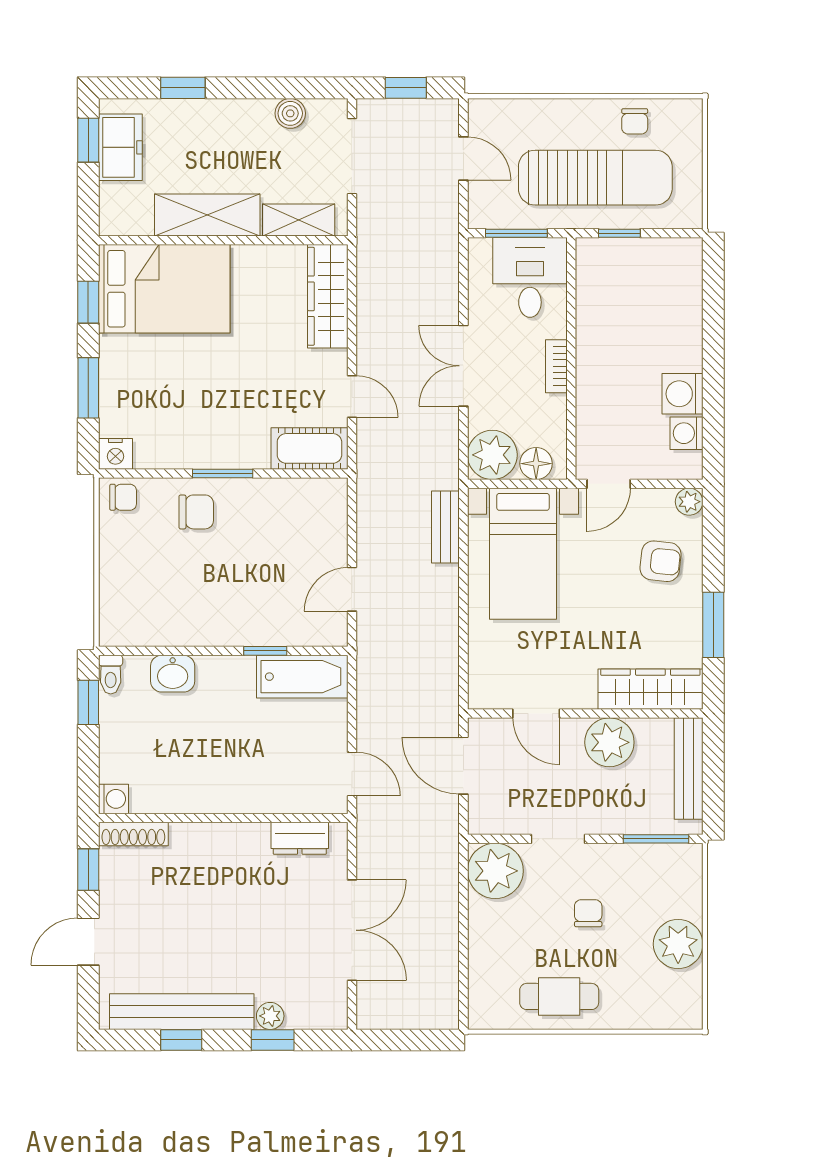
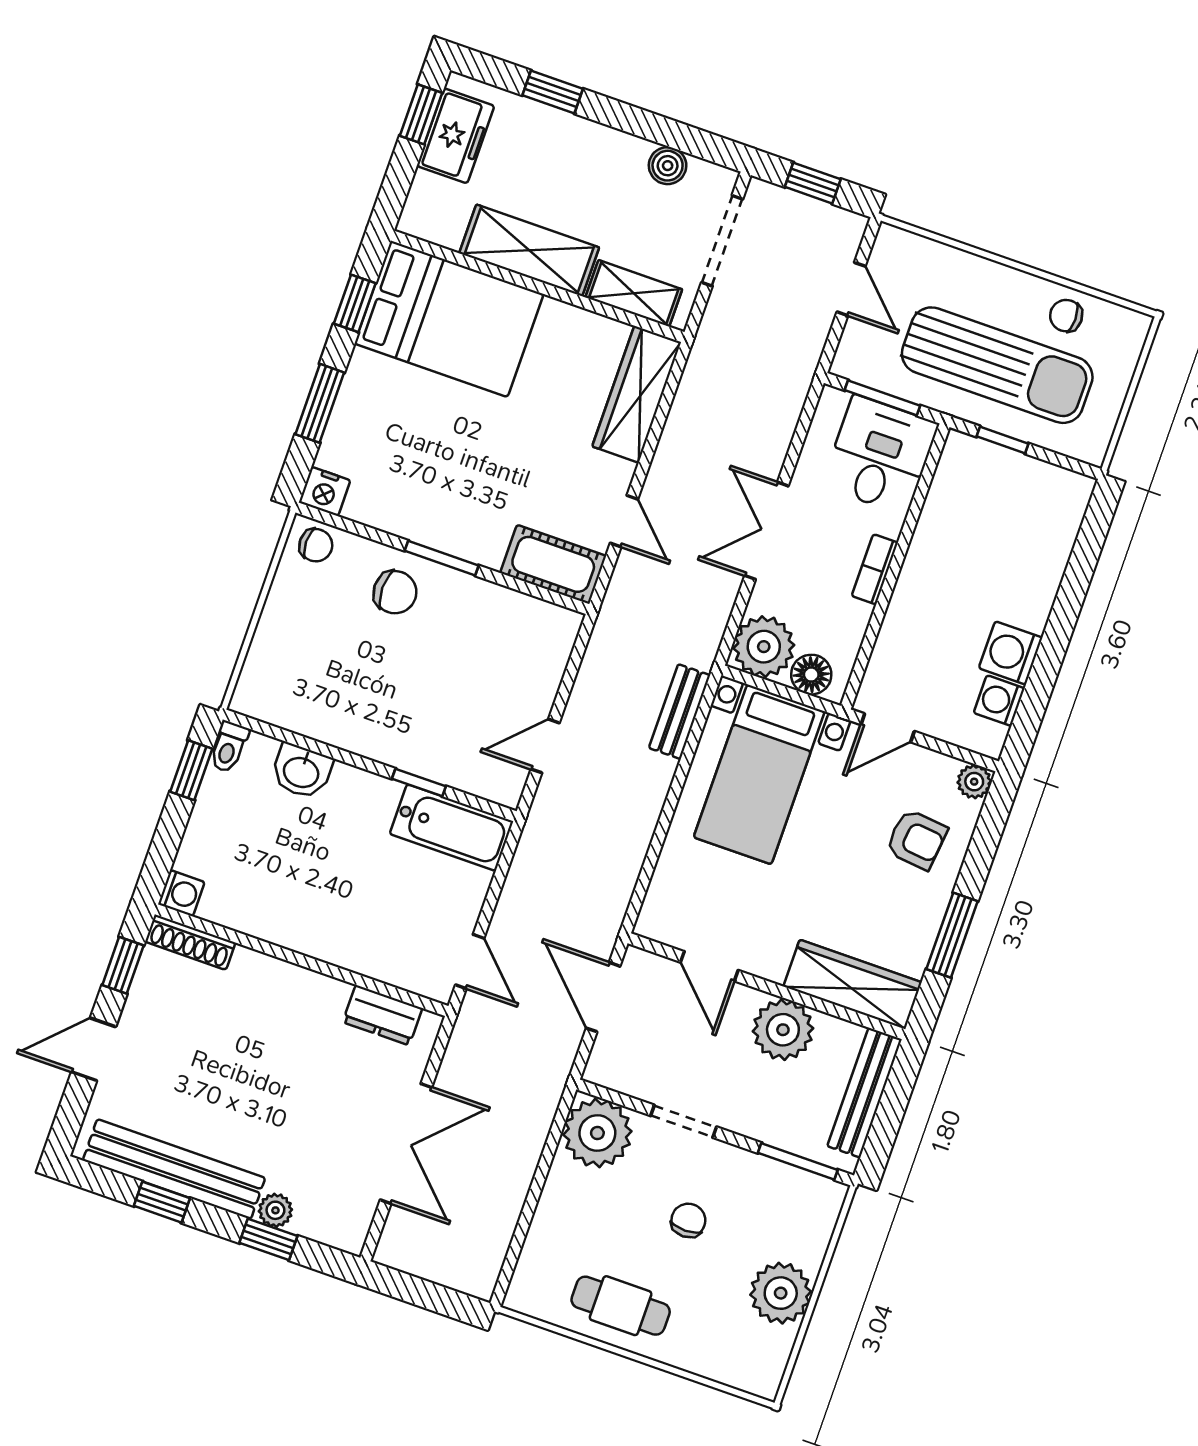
chair: (635, 121) -> (1066, 316), turned 90

